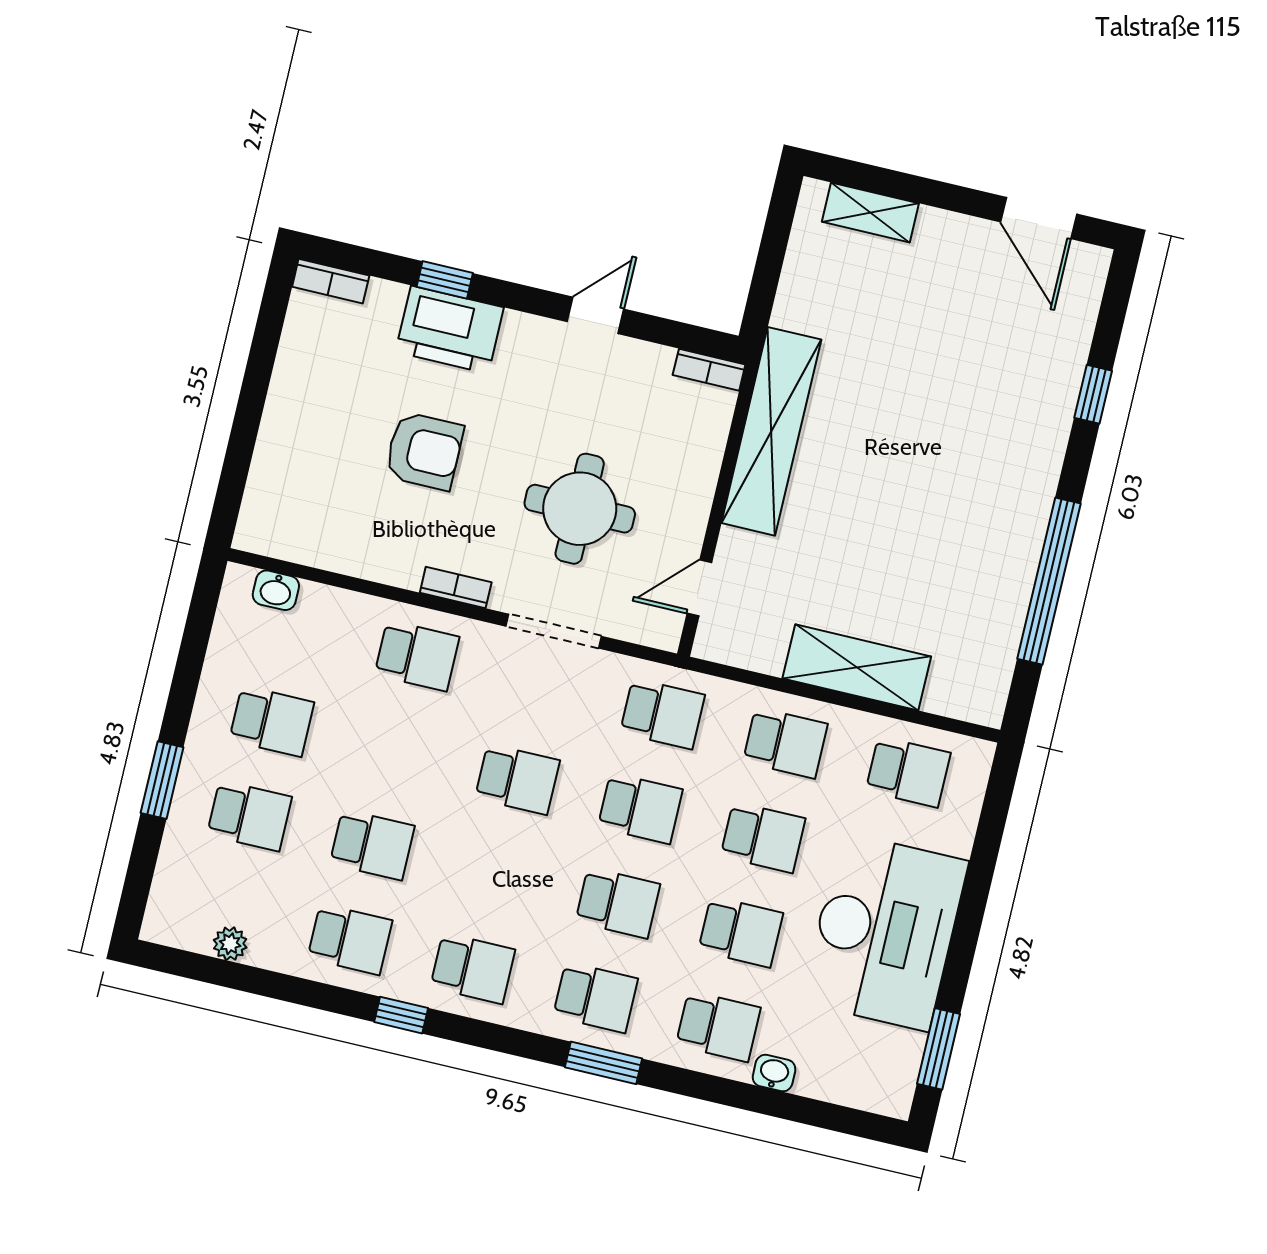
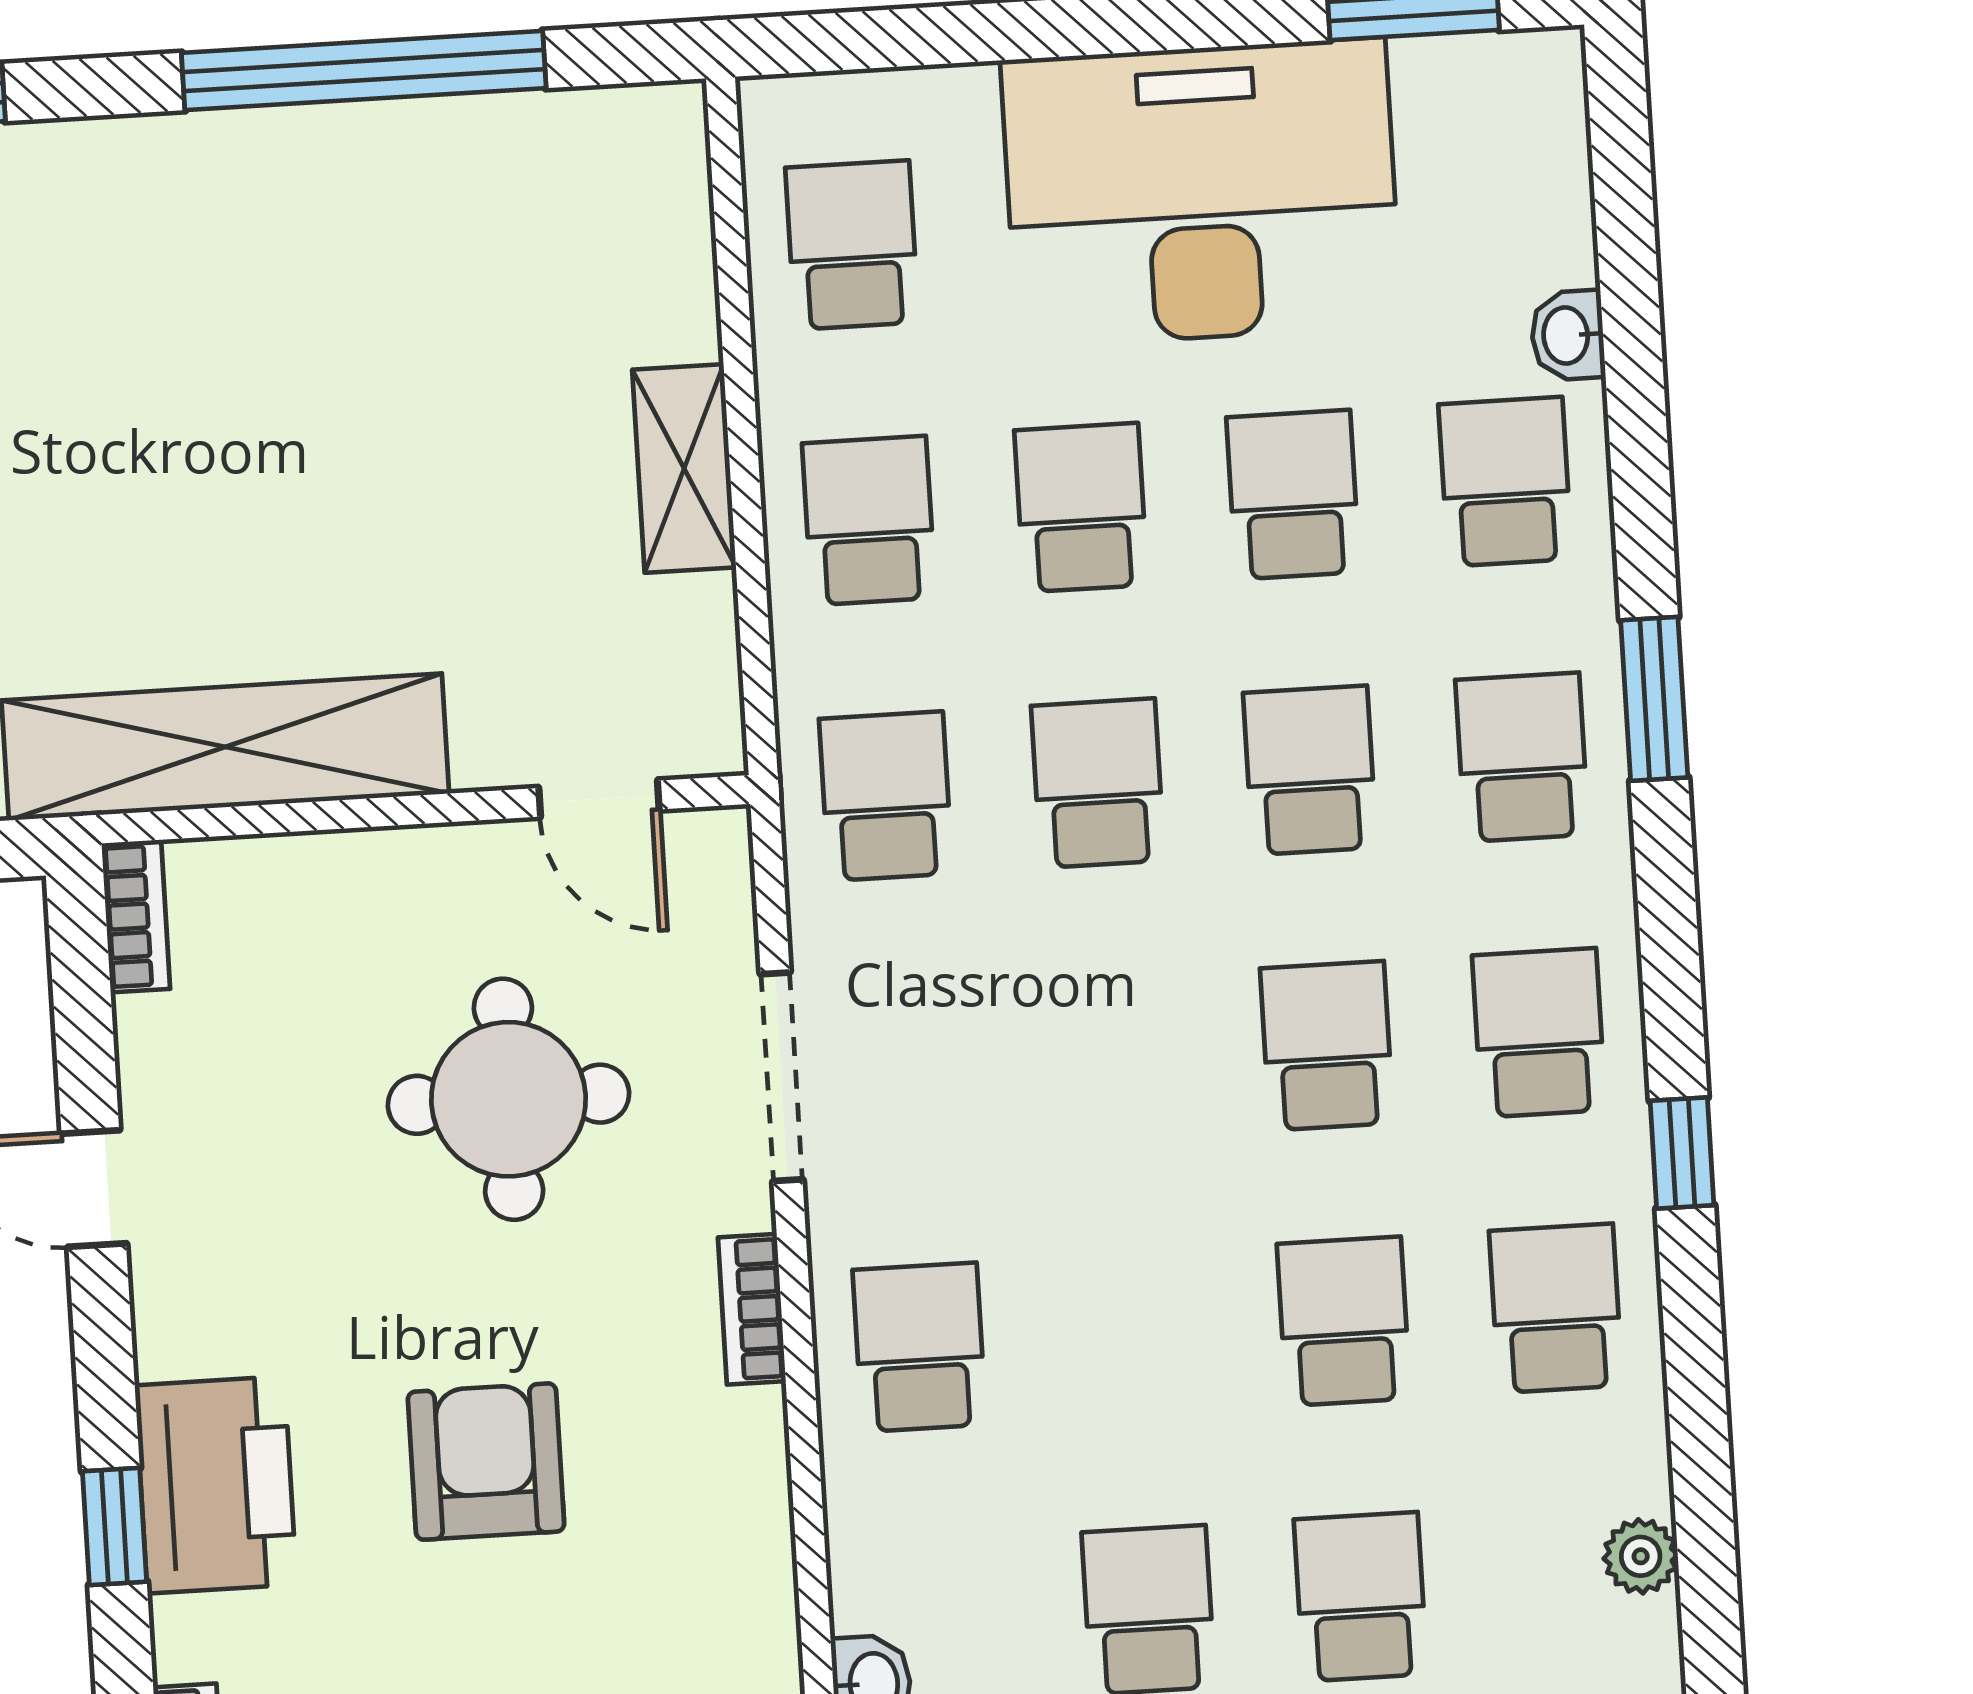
shelving: (857, 667) -> (684, 468), width x0.67, depth x0.75
school desk: (517, 779) -> (1327, 1046), moved

